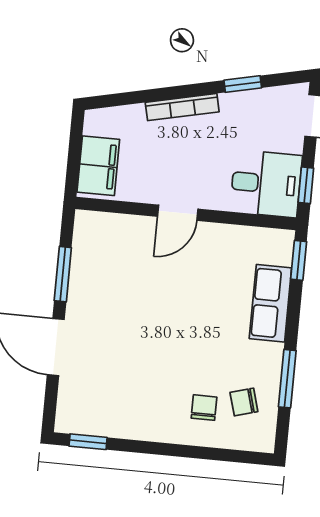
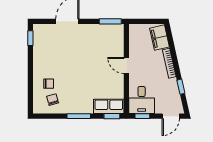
filing cabinet: (98, 166) -> (160, 38), moved, turned 77
window: (63, 274) -> (110, 21), moved
row of seats: (270, 303) -> (109, 106), moved
window: (287, 379) -> (79, 116), moved

